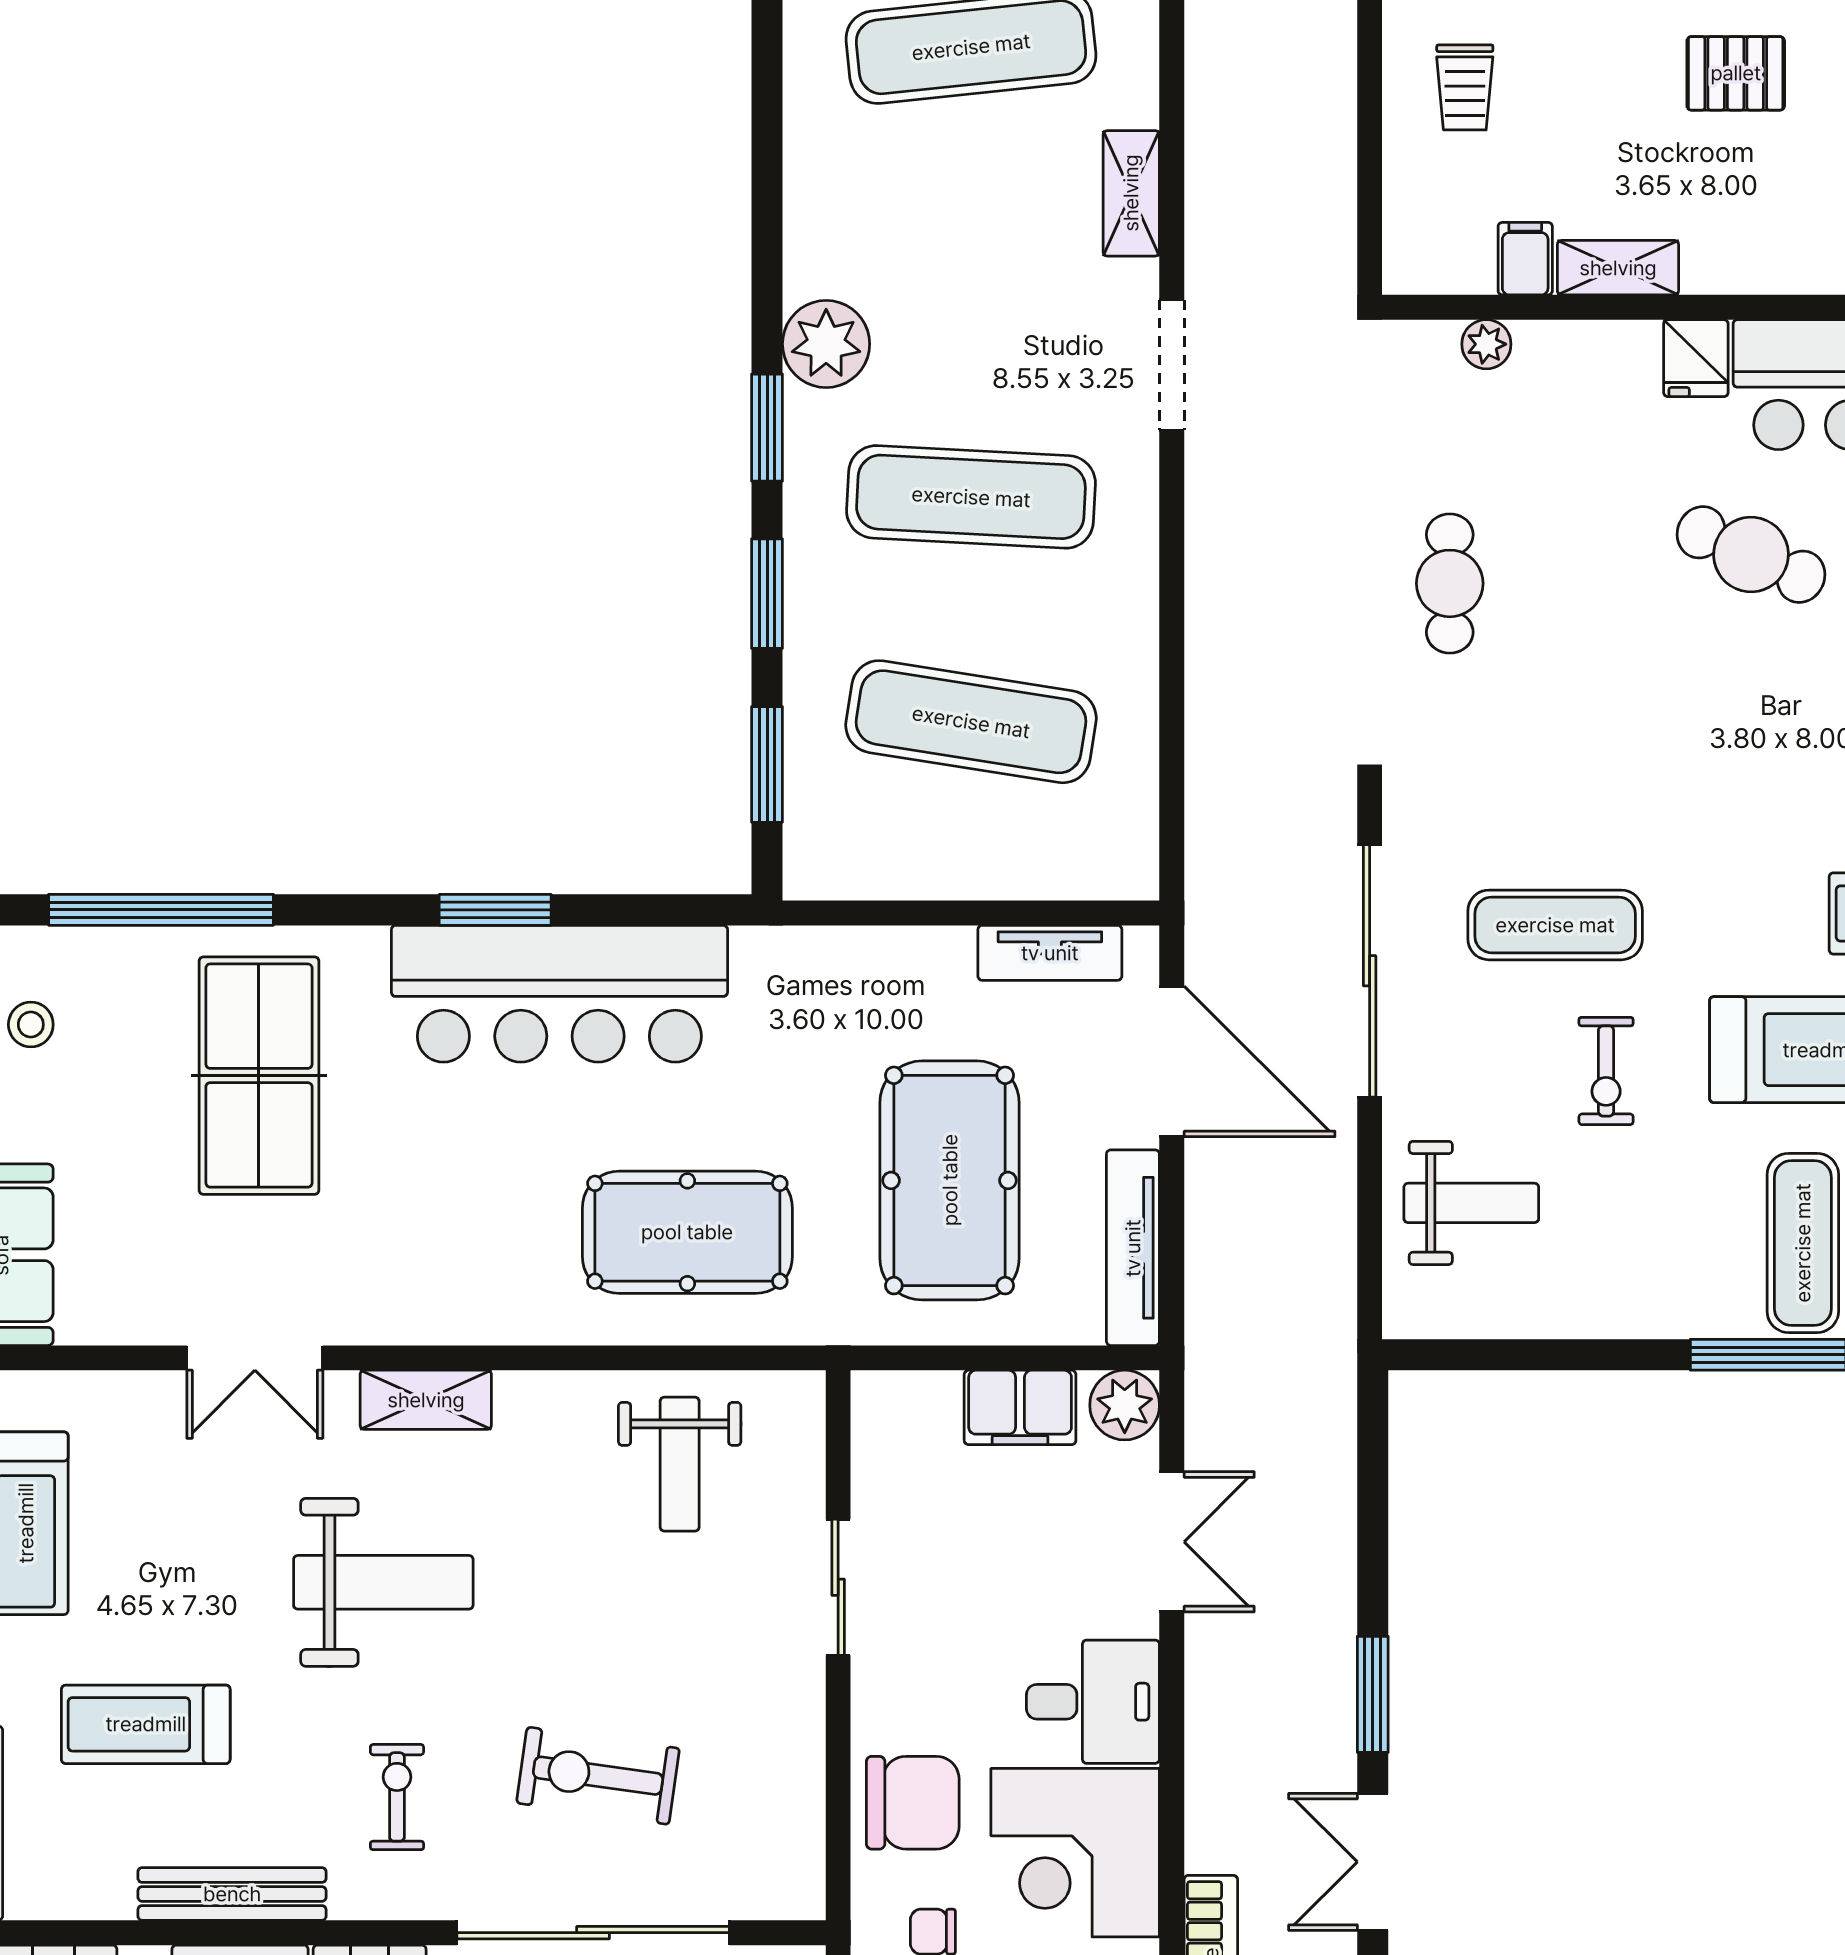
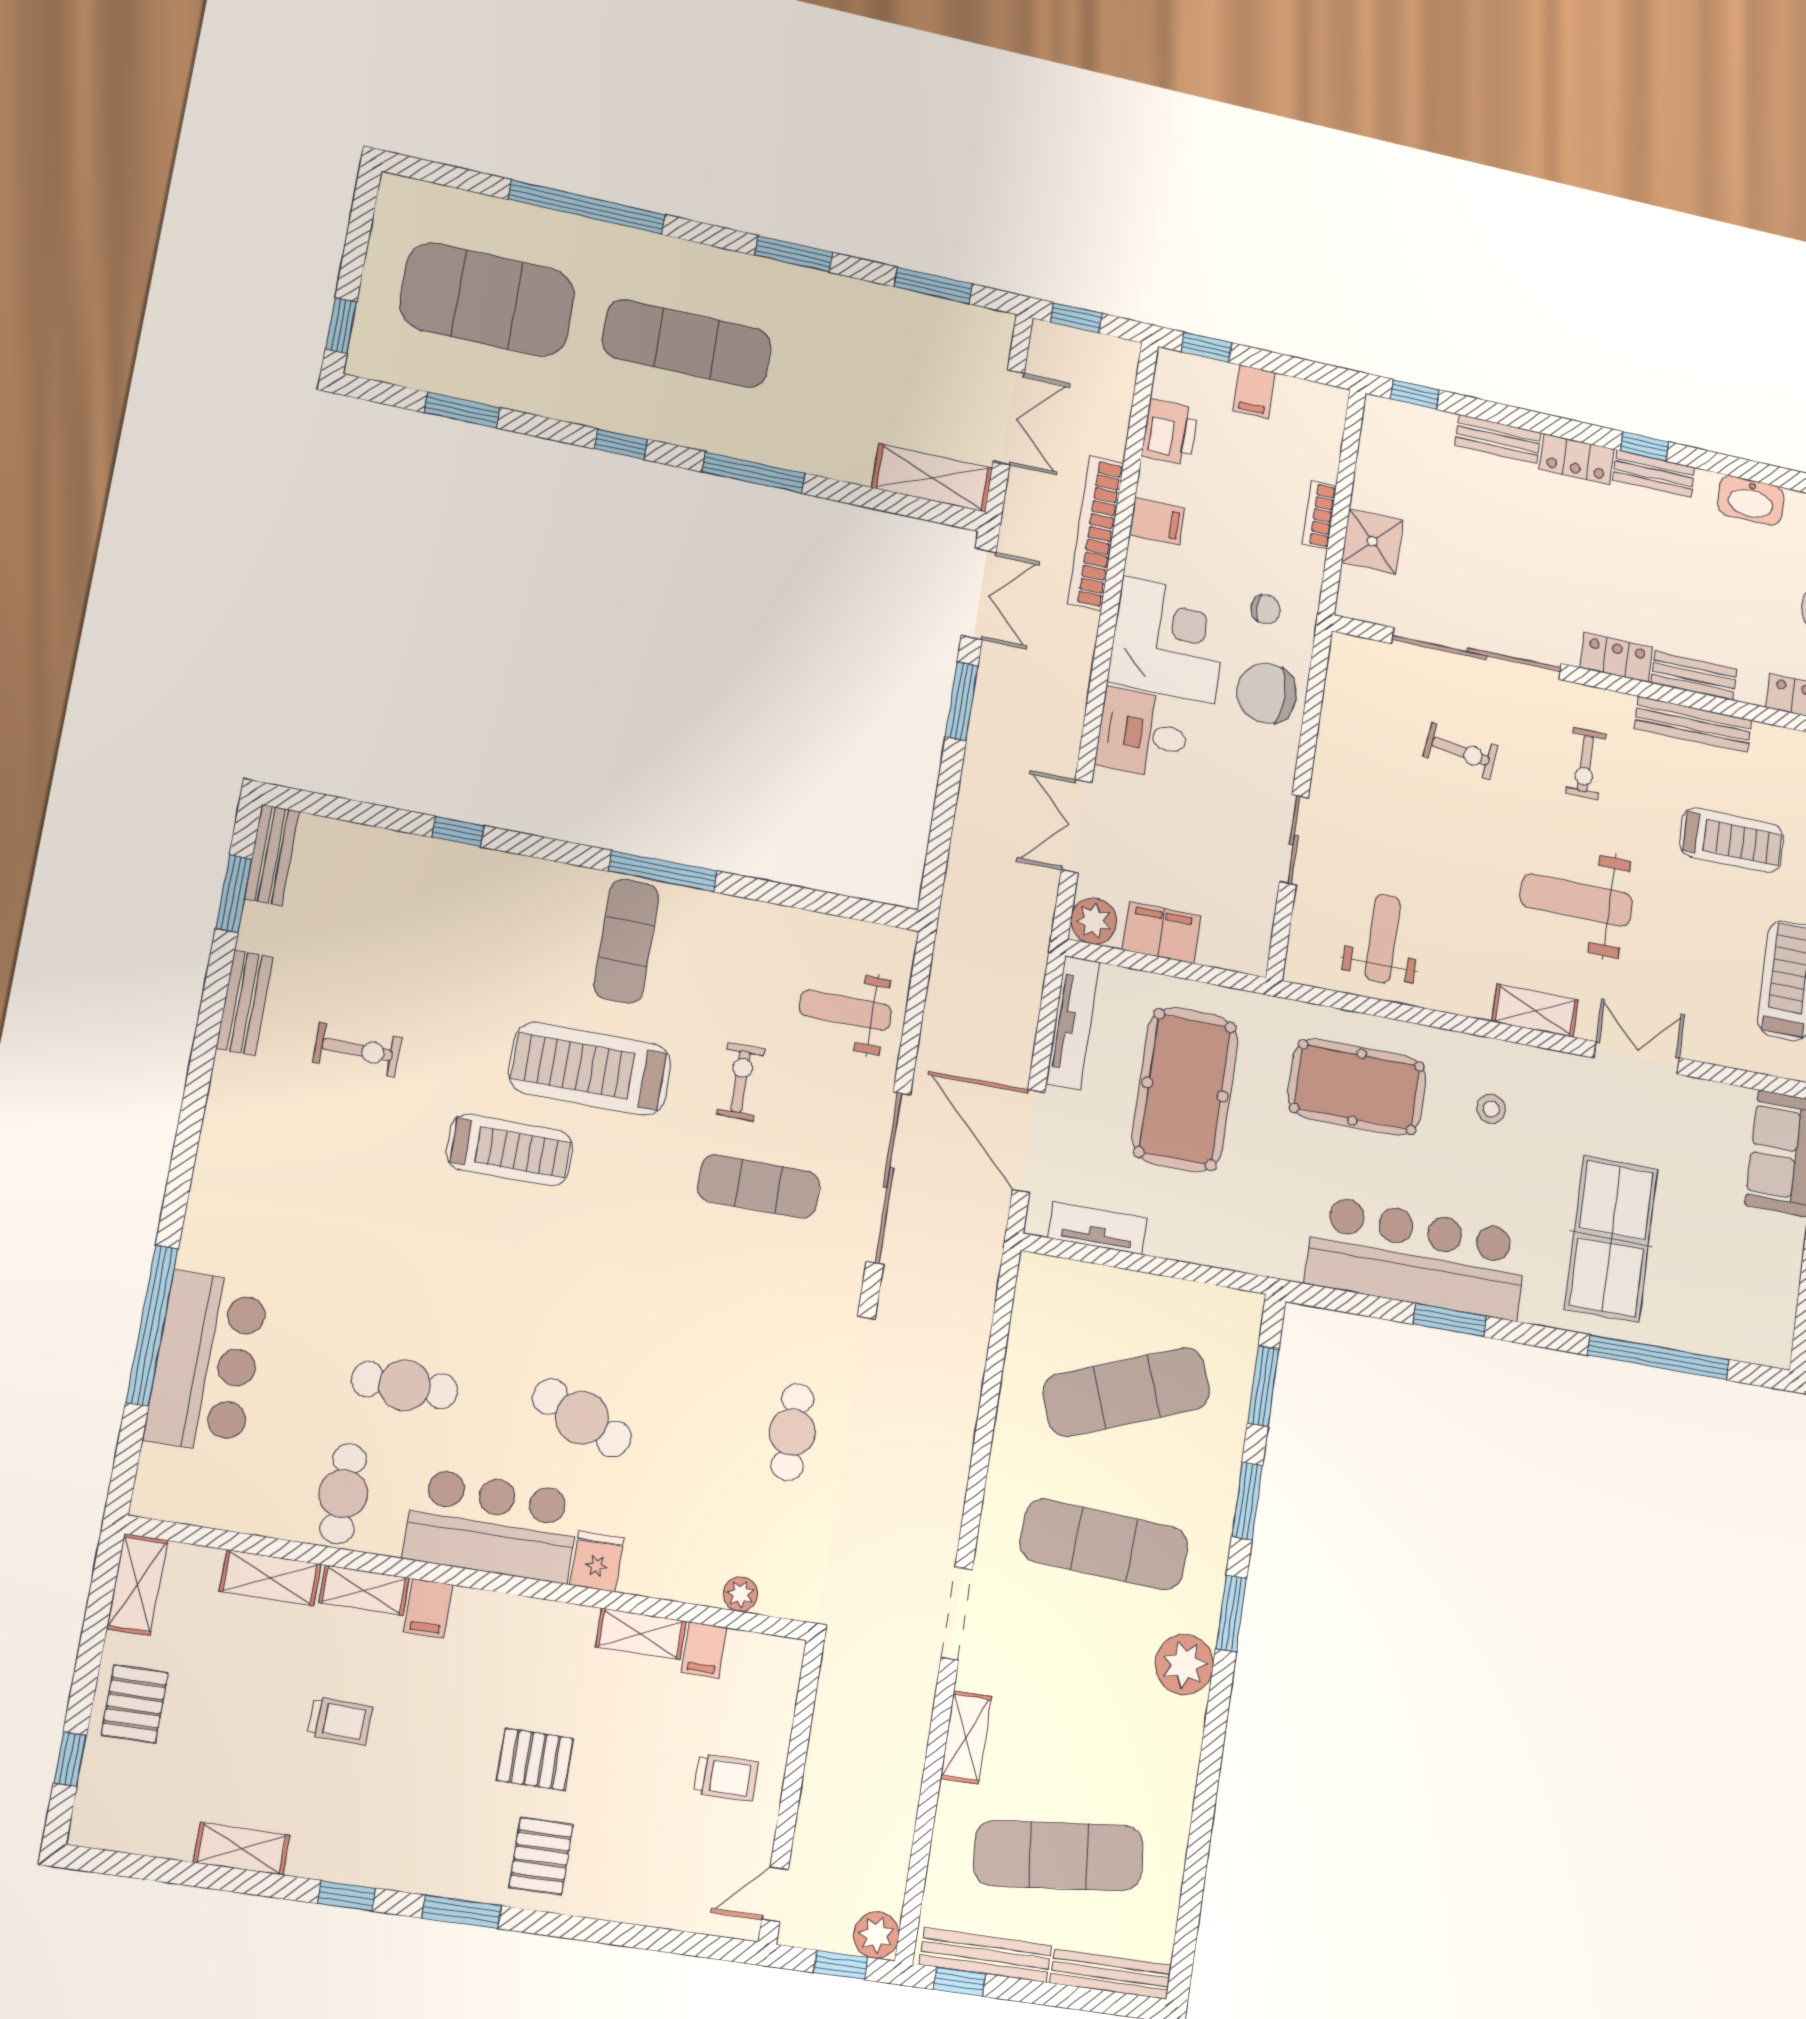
trolley: (1465, 87) -> (726, 1778), turned 90
exercise mat: (971, 722) -> (1126, 1392), turned -30
stool: (31, 1025) -> (1491, 1109), moved
exercise bike: (598, 1776) -> (1460, 751), width x0.73, depth x0.72

